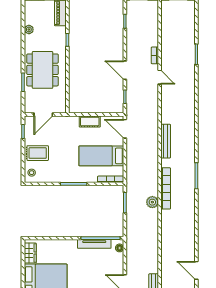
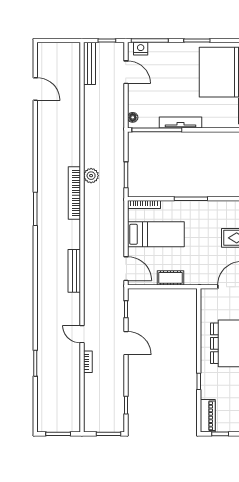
bench: (166, 141) -> (74, 271), moved
tv unit: (94, 244) -> (180, 123), moved

